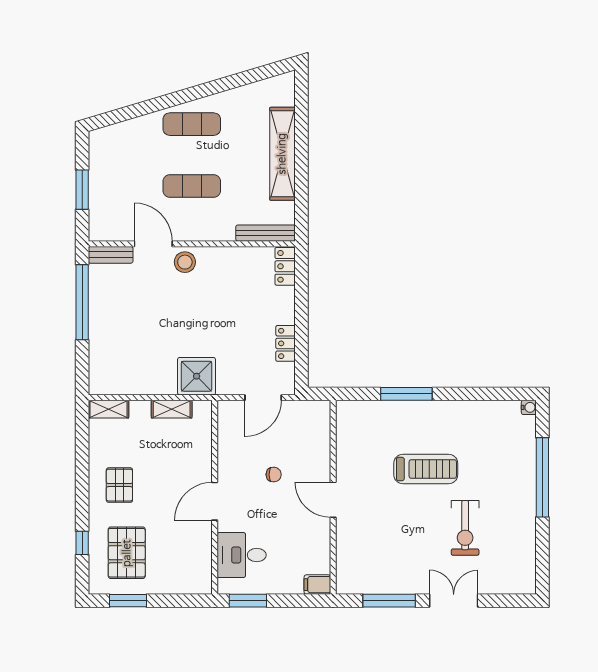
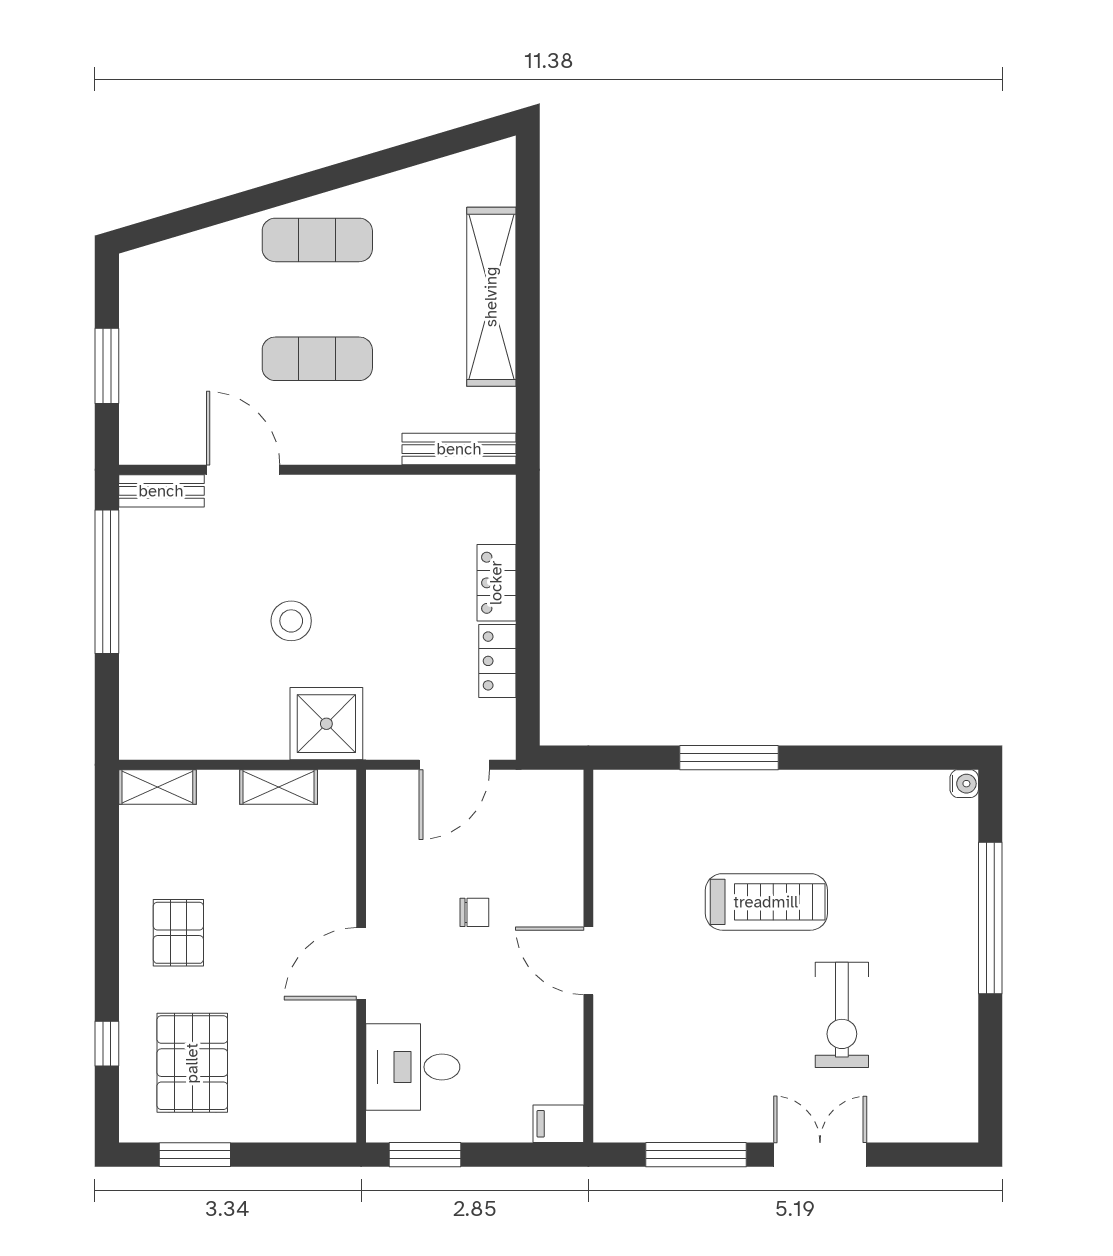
stool: (185, 262) -> (291, 621), moved
locker: (285, 266) -> (496, 583), moved

